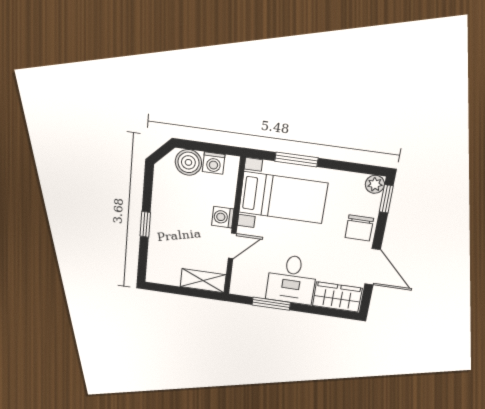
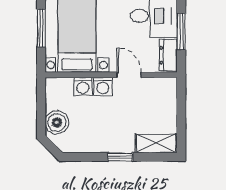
washing machine: (214, 163) -> (83, 86), moved, turned 90
shelving: (203, 281) -> (156, 144), moved, turned 90
dresser: (248, 288) -> (168, 55), added

